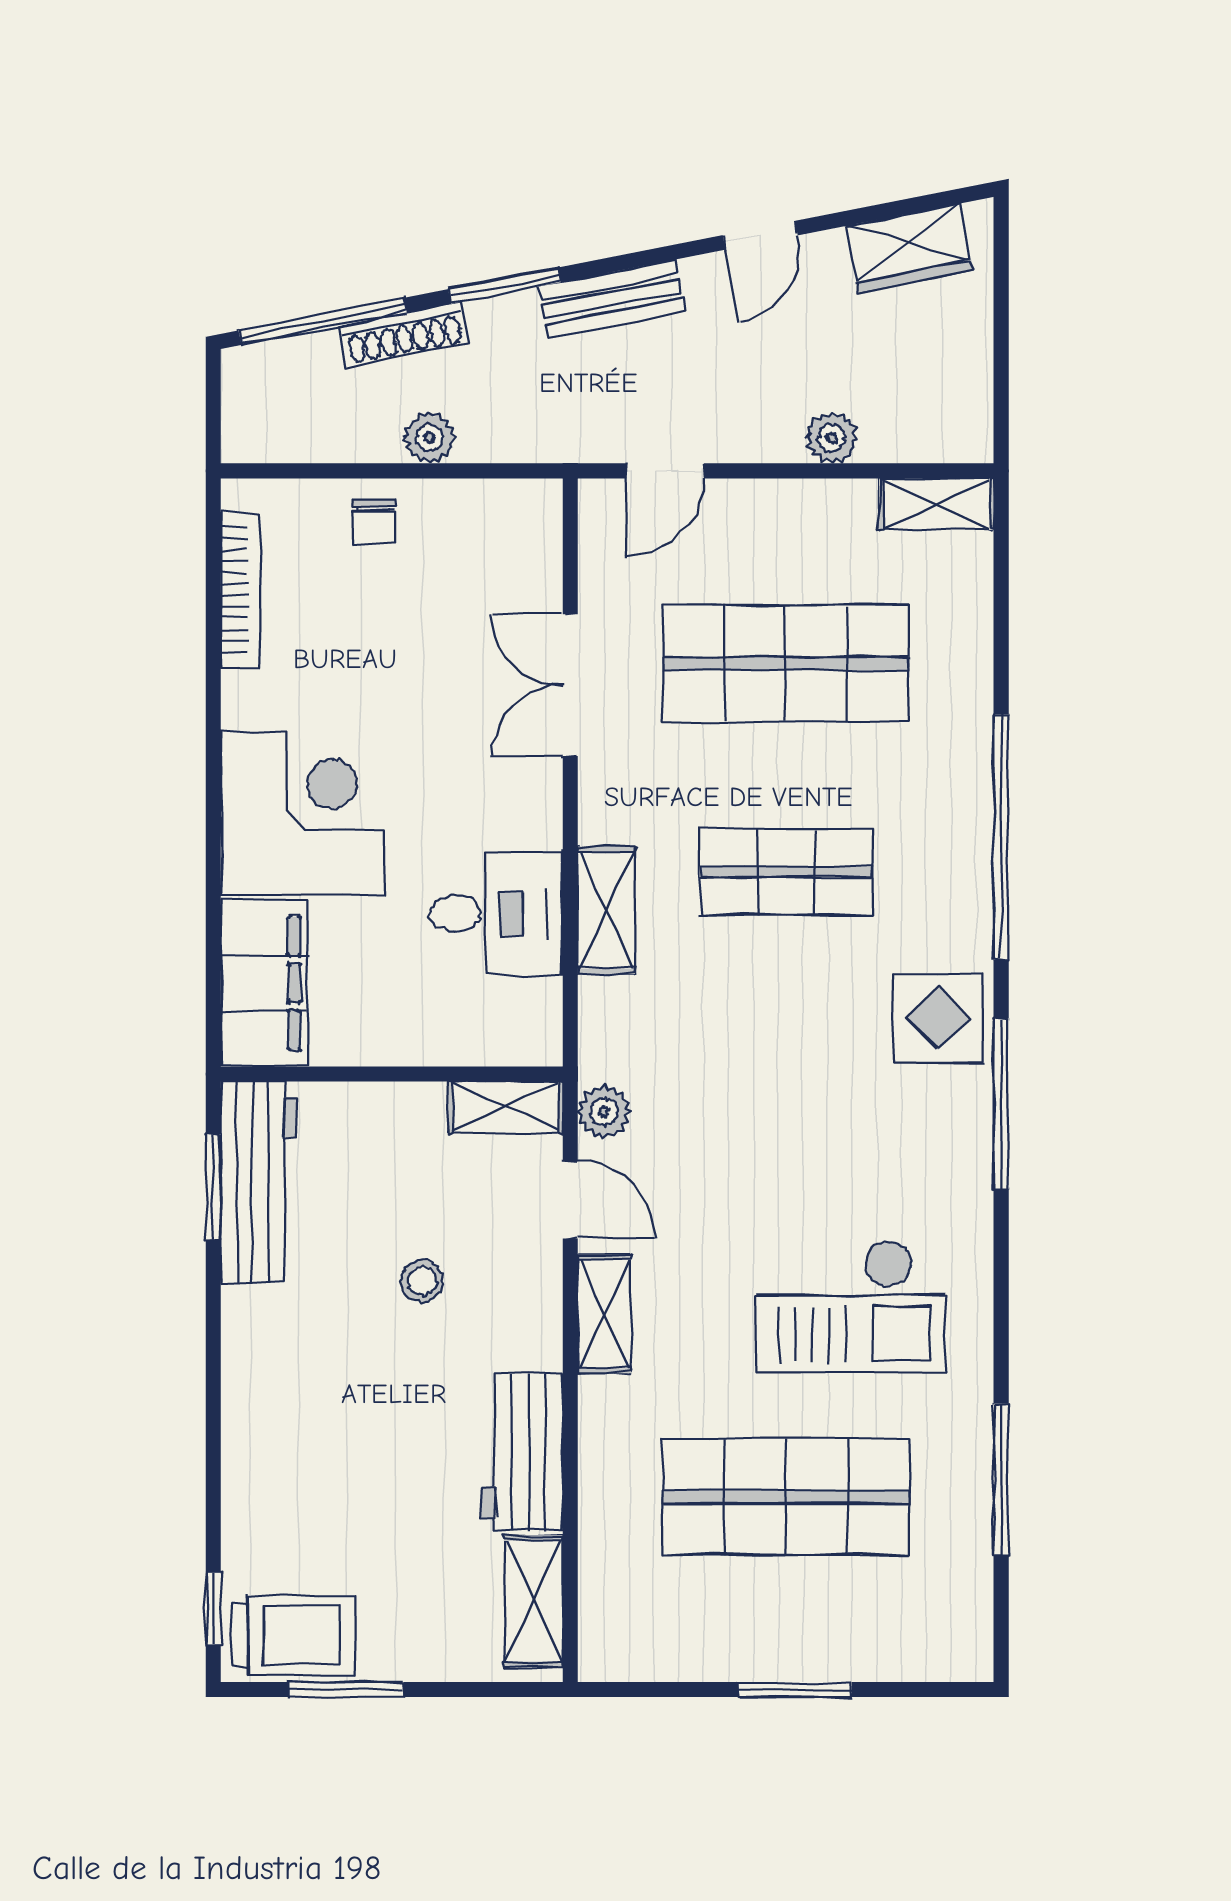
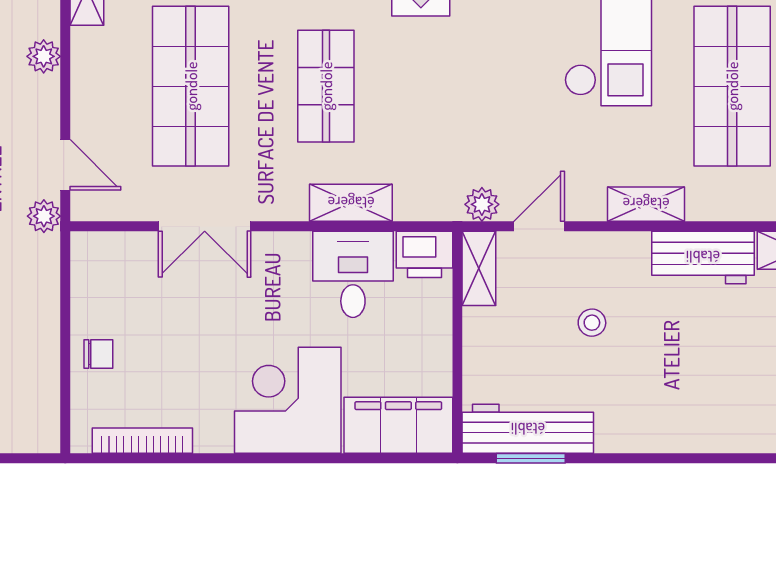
plant: (430, 438) -> (44, 216), moved
printer: (527, 1023) -> (424, 254), added
shelving: (604, 1314) -> (646, 204), moved

